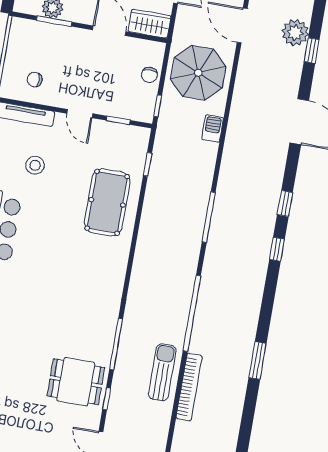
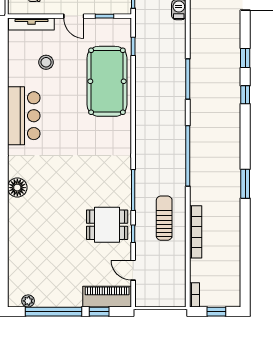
pool table: (107, 202) -> (107, 81), width x1.36, depth x1.32
sun lounger: (162, 372) -> (164, 218), moved
bookcase: (189, 387) -> (196, 232), moved

